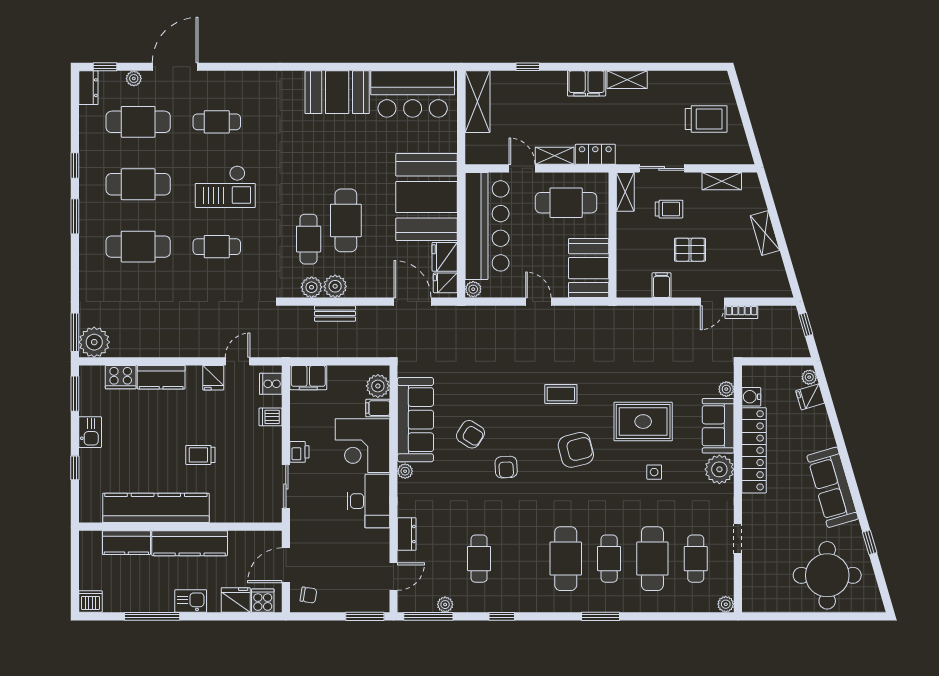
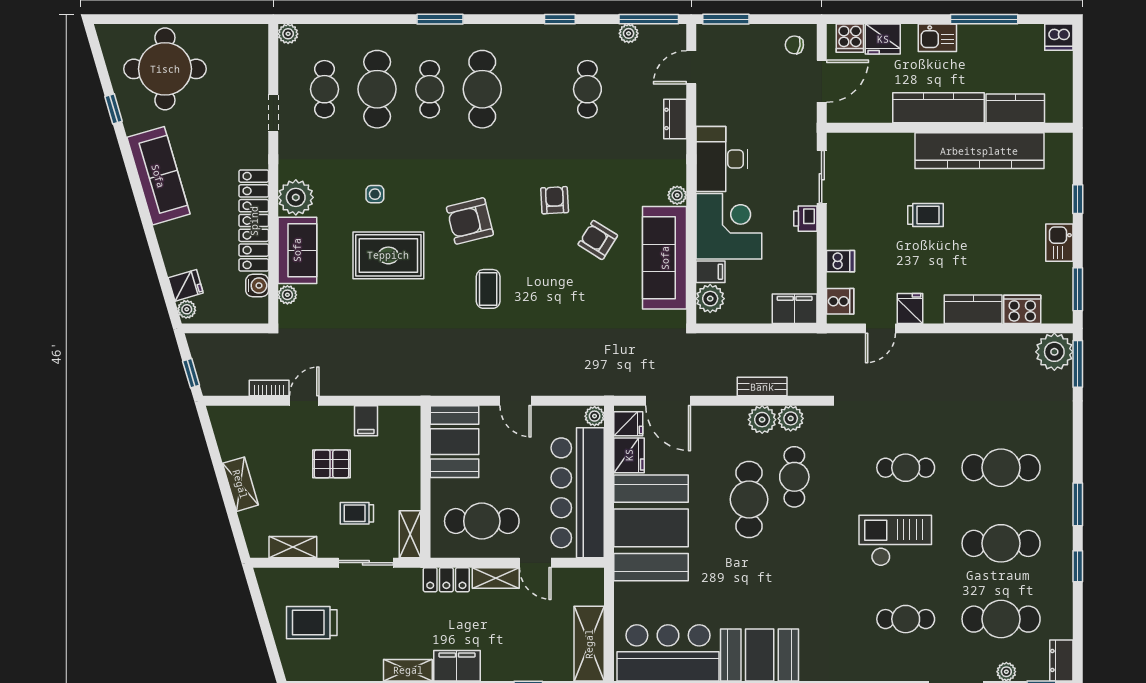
coffee table: (561, 394) -> (488, 289), turned 90

